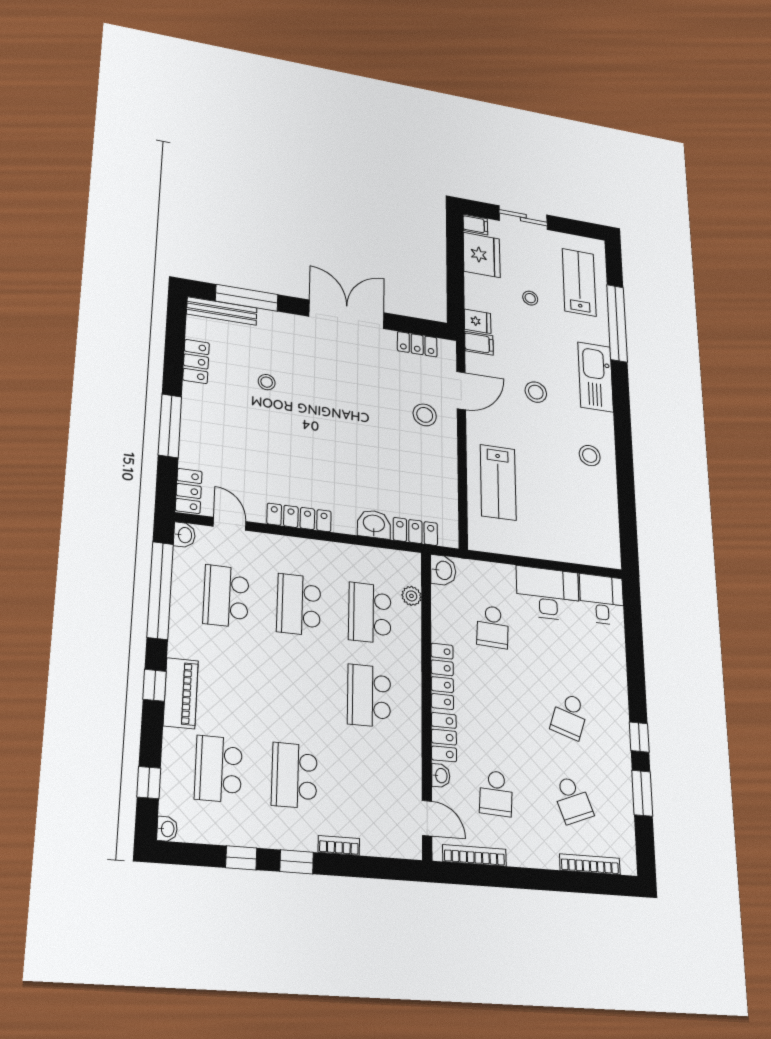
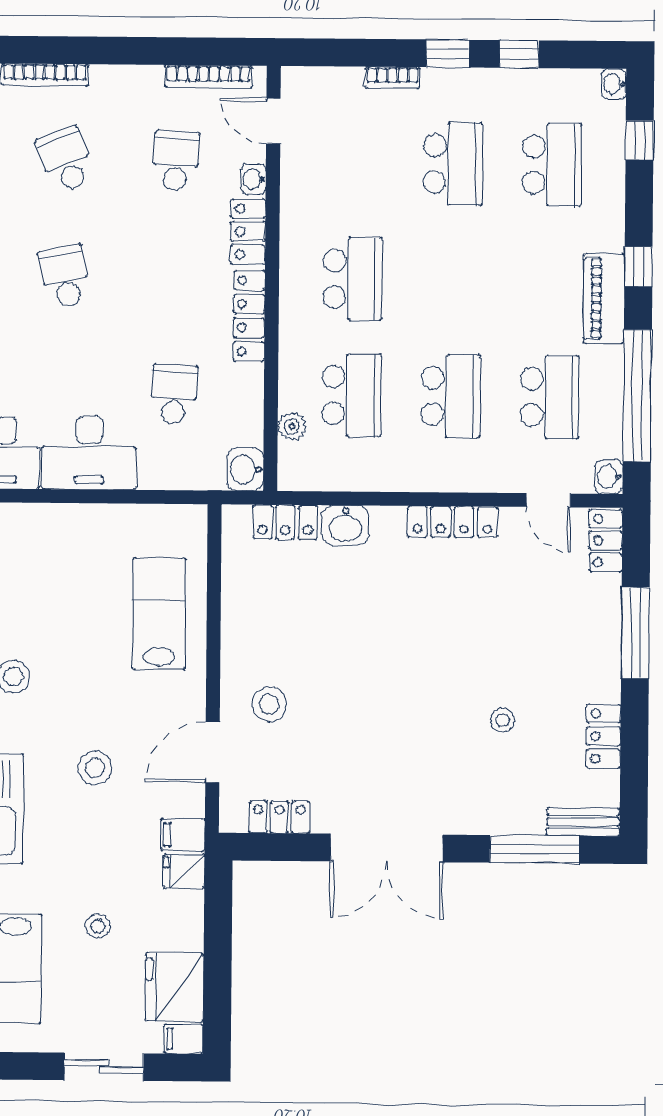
bench: (222, 311) -> (583, 822), width x0.73
piano: (181, 693) -> (604, 299), moved
school desk: (569, 716) -> (65, 277), turned -30

